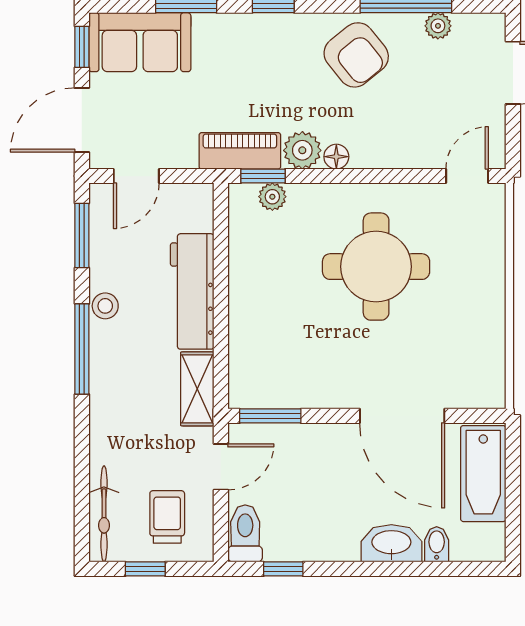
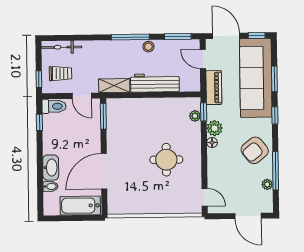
sofa: (140, 42) -> (256, 78), width x1.85, depth x1.27
piano: (240, 151) -> (214, 88), moved
round table: (376, 267) -> (166, 160), width x0.73, depth x0.73
window: (145, 569) -> (39, 79), moved

